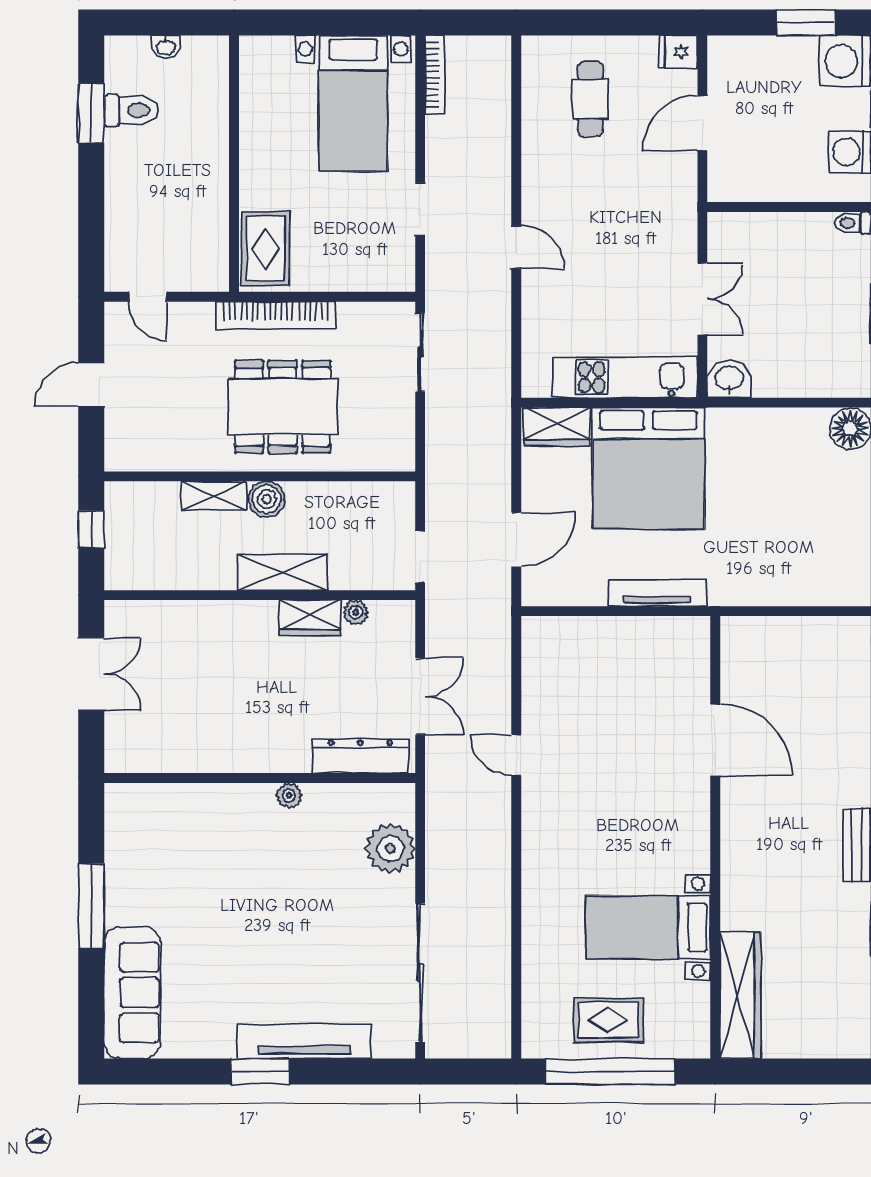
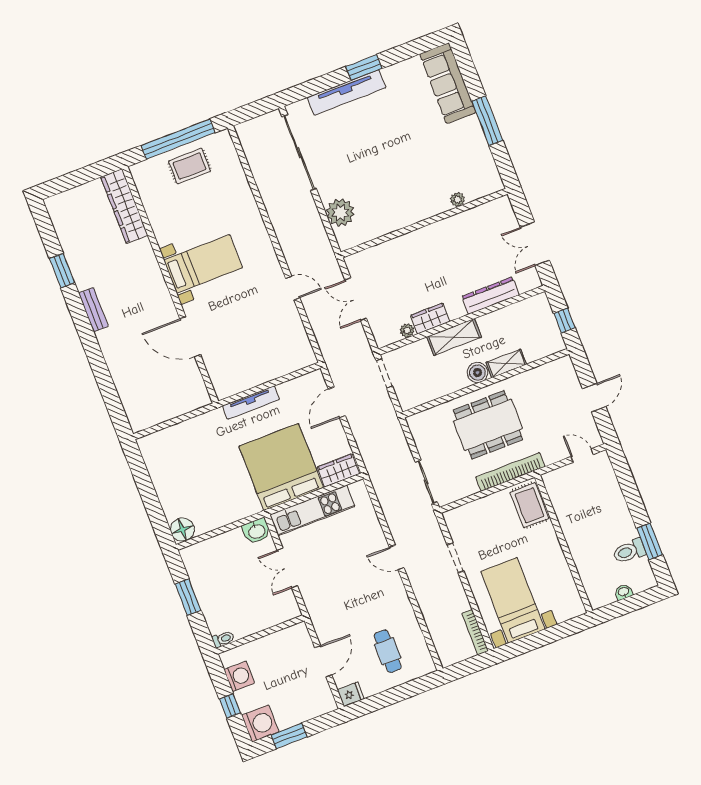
dresser: (360, 756) -> (490, 296), moved, turned 180
plant: (289, 795) -> (458, 200), moved
bed with nightstands: (648, 927) -> (203, 264), moved

